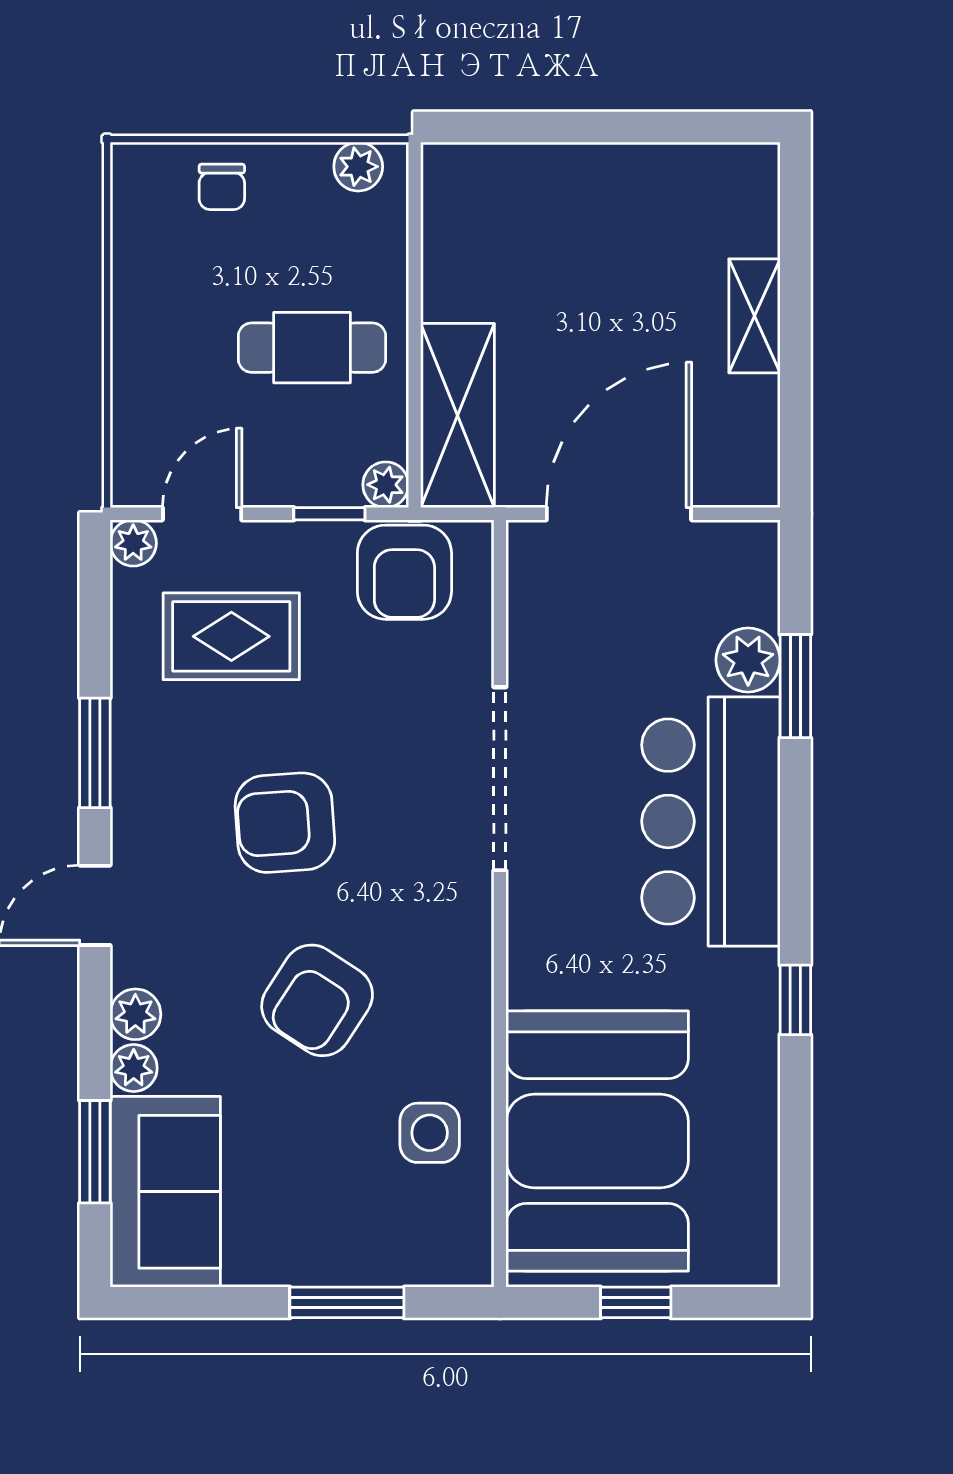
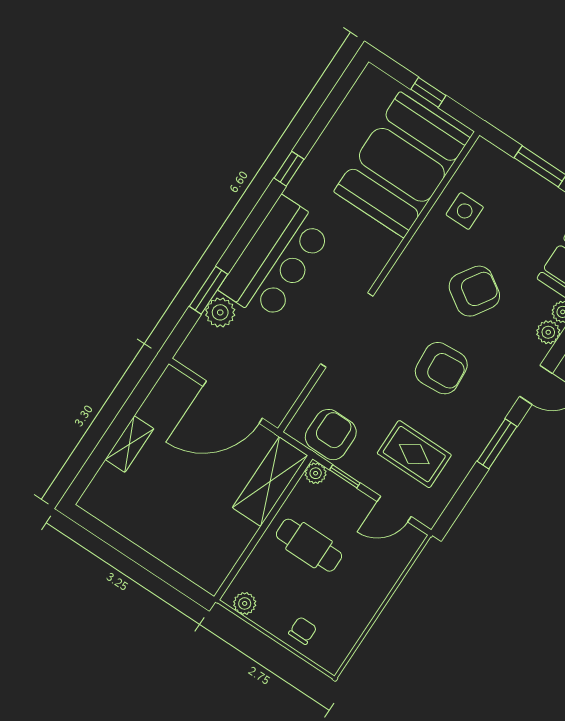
plant: (133, 543) -> (428, 515), removed

